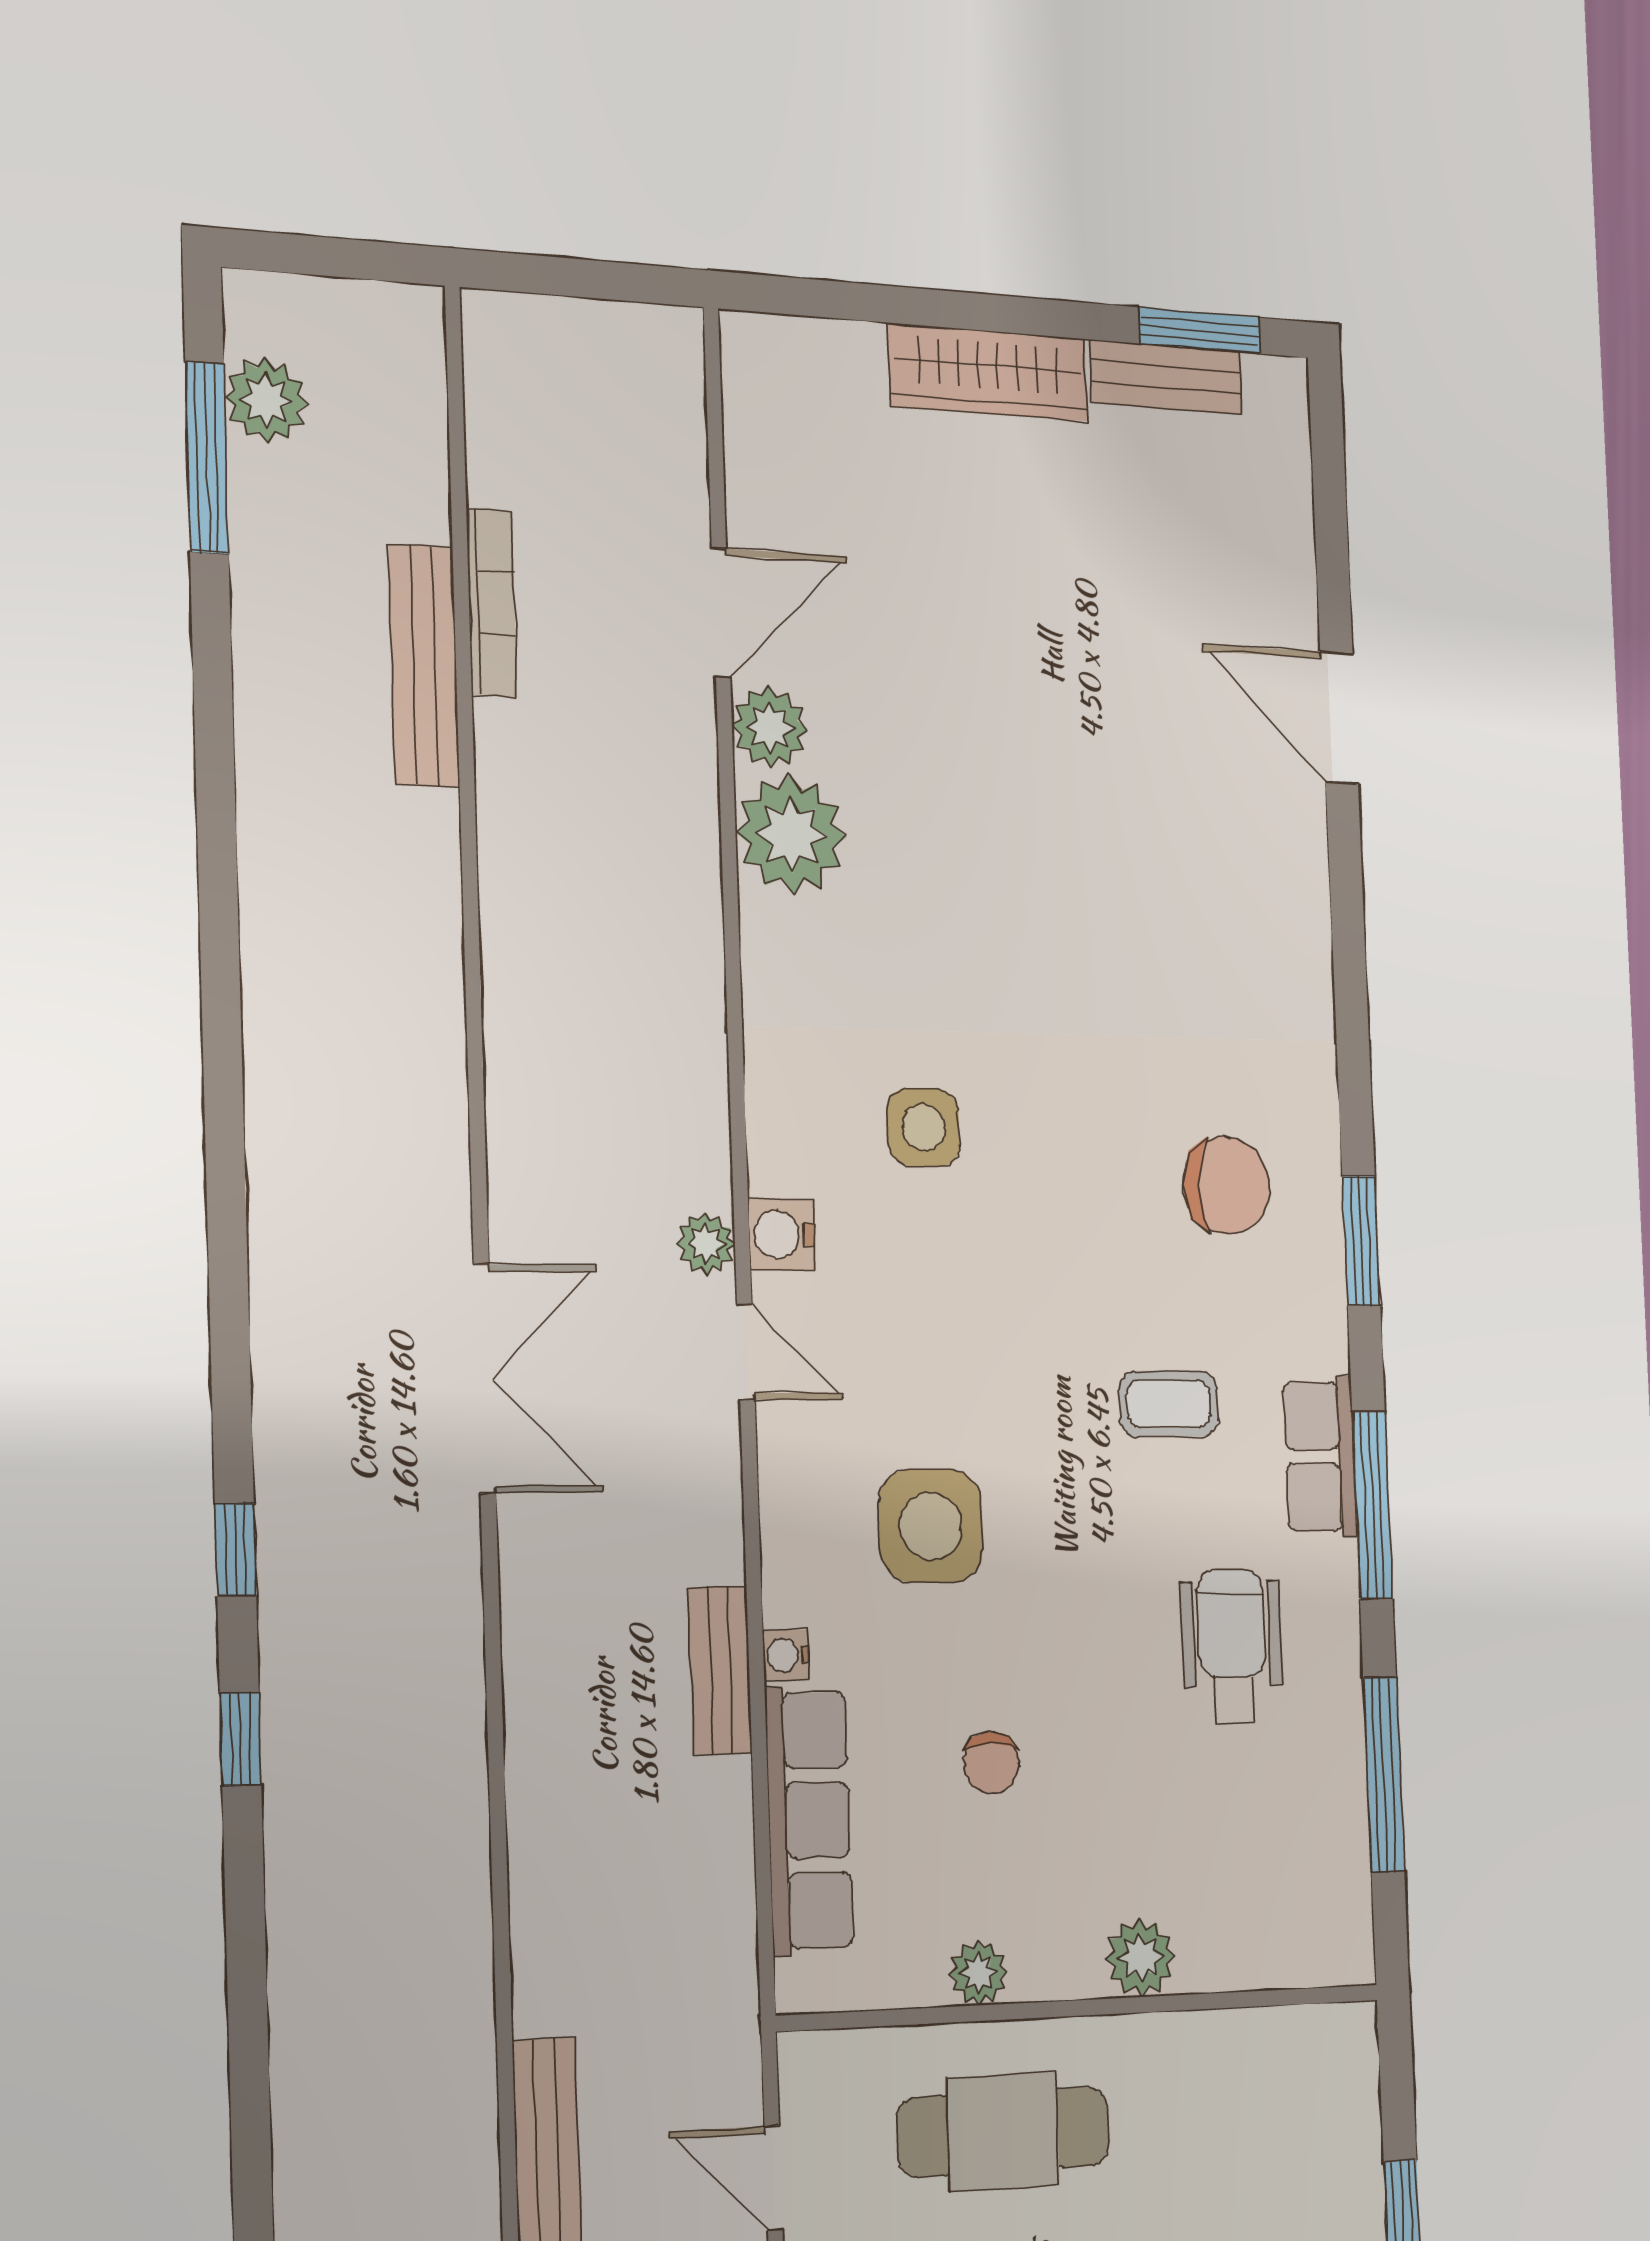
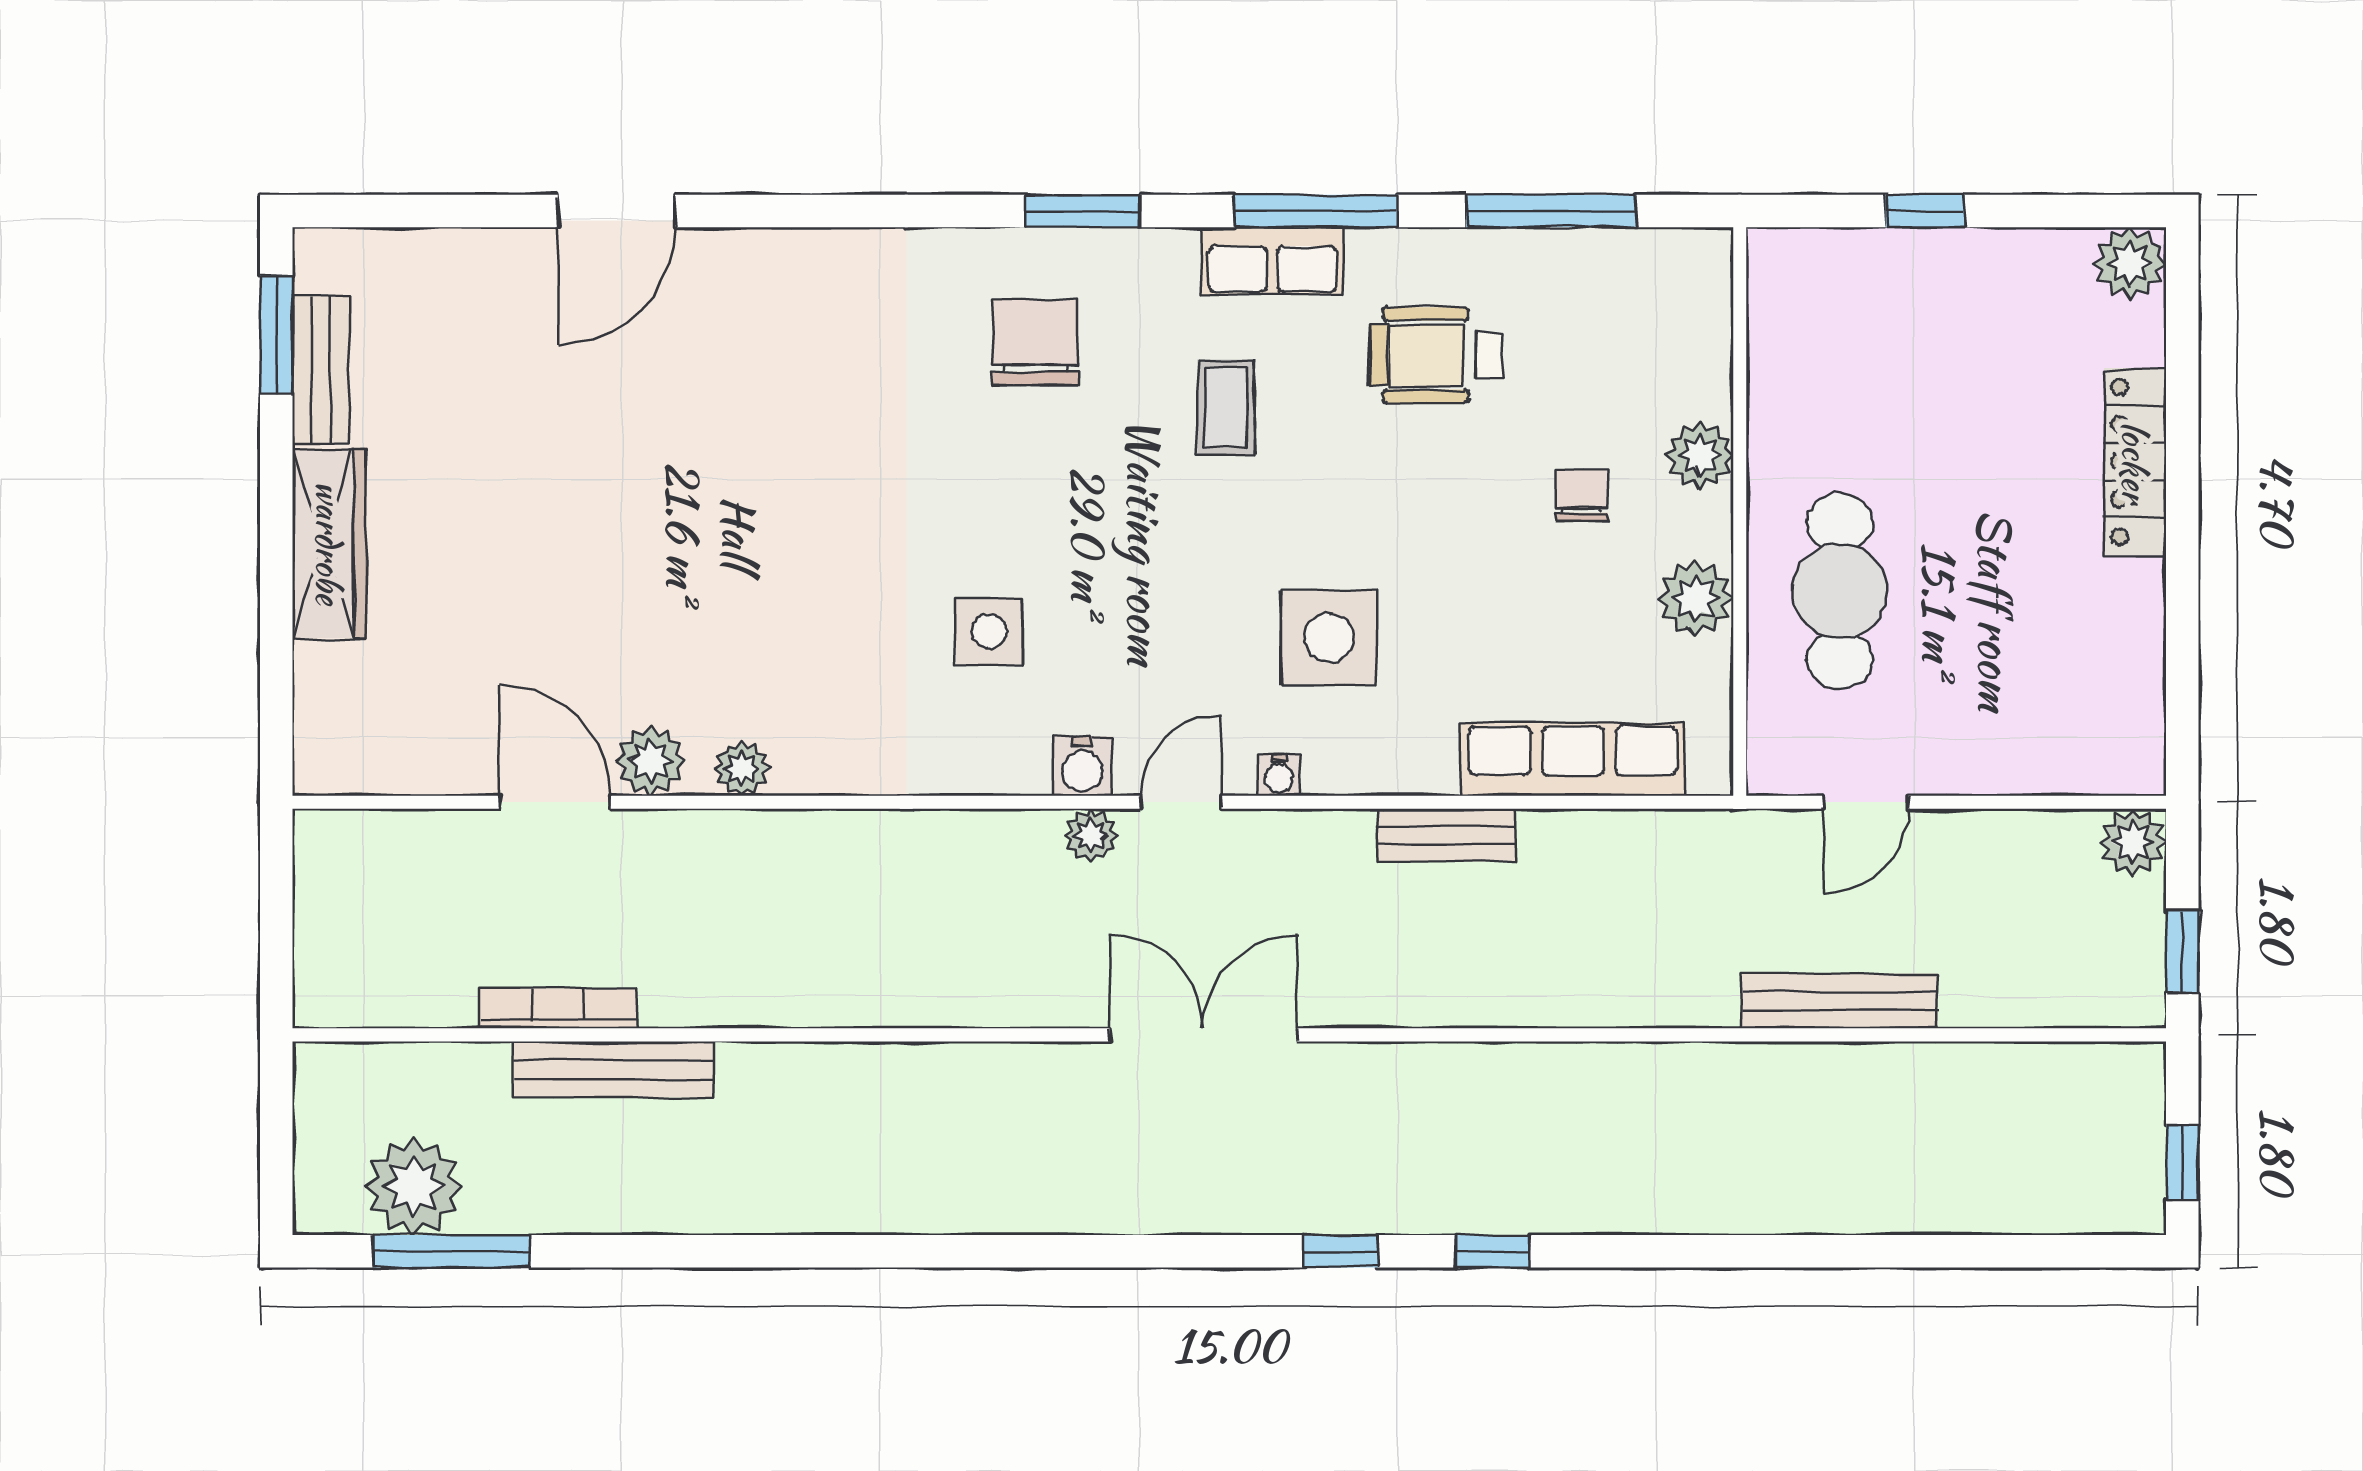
plant: (266, 400) -> (414, 1186), width x1.36, depth x1.36
plant: (791, 834) -> (742, 768), width x0.53, depth x0.53
water cooler: (786, 1655) -> (1279, 775), moved
chair: (991, 1763) -> (1582, 495), moved, turned -90
plant: (978, 1973) -> (1696, 598), width x1.38, depth x1.38

